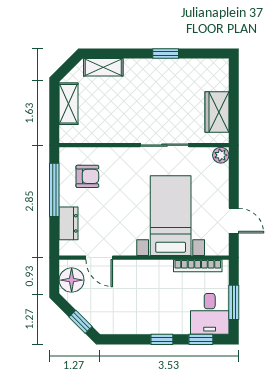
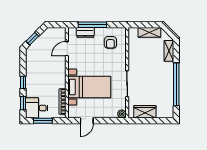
window: (166, 53) -> (176, 84), width x3.17
window: (54, 190) -> (92, 25), moved
floor lamp: (72, 280) -> (55, 34), removed

